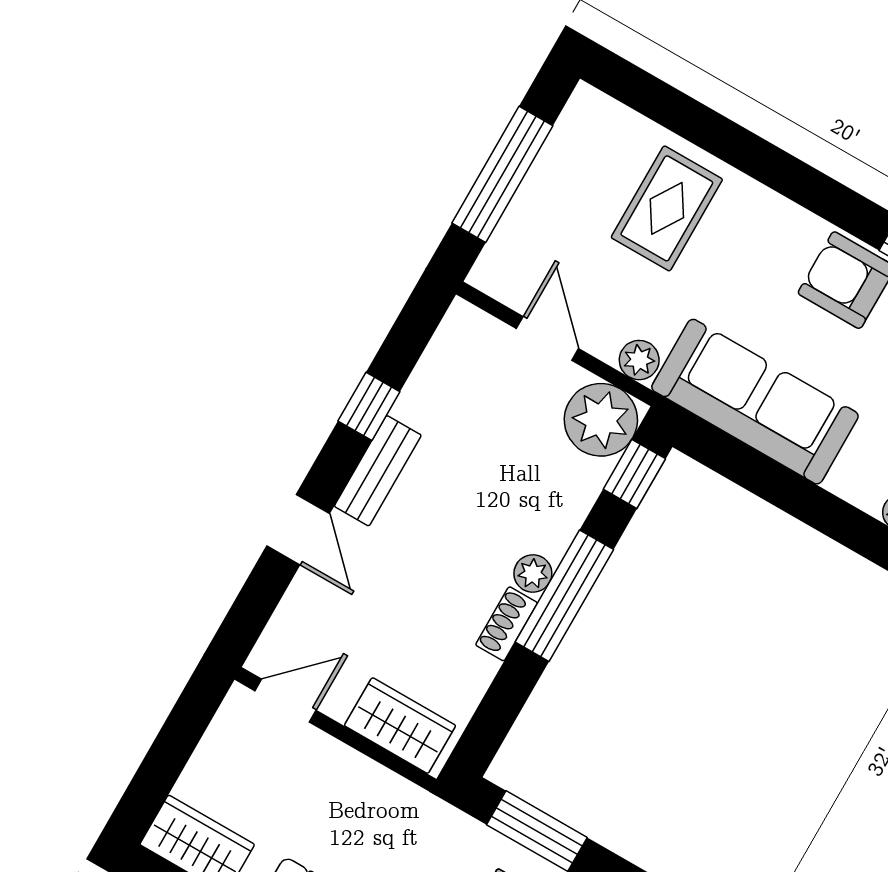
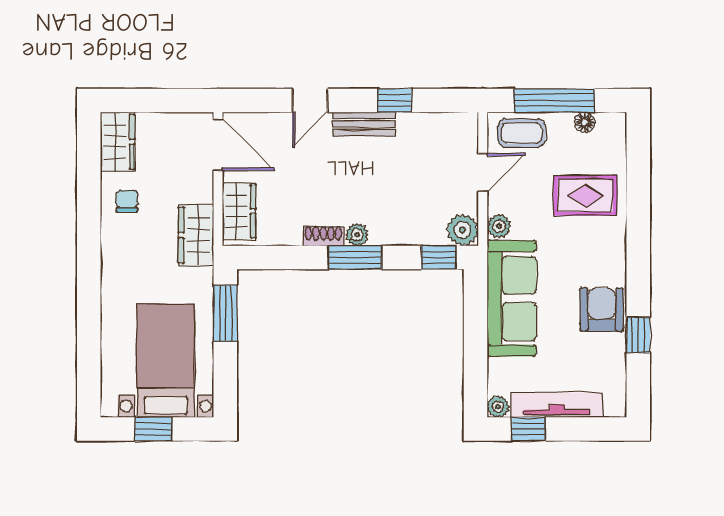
floor lamp: (560, 148) -> (585, 122), added
coffee table: (523, 249) -> (522, 133), added
plant: (601, 420) -> (462, 230), width x0.73, depth x0.73
window: (564, 596) -> (355, 258), width x0.69
door: (286, 701) -> (218, 145), width x1.38
wardrobe: (399, 808) -> (196, 235), added

